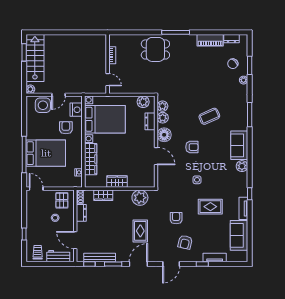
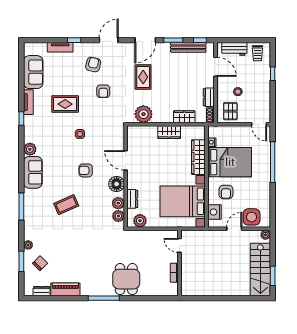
dining table: (155, 49) -> (126, 279), turned 90
bed: (46, 153) -> (230, 162), moved, turned 180

